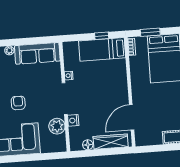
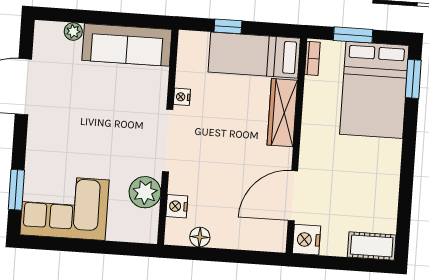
window: (102, 36) -> (228, 26), moved
armchair: (18, 103) -> (76, 136), removed
nightstand: (73, 120) -> (177, 206), moved
nightstand: (142, 138) -> (306, 240), added
wardrobe: (111, 142) -> (282, 113), moved, turned -90

